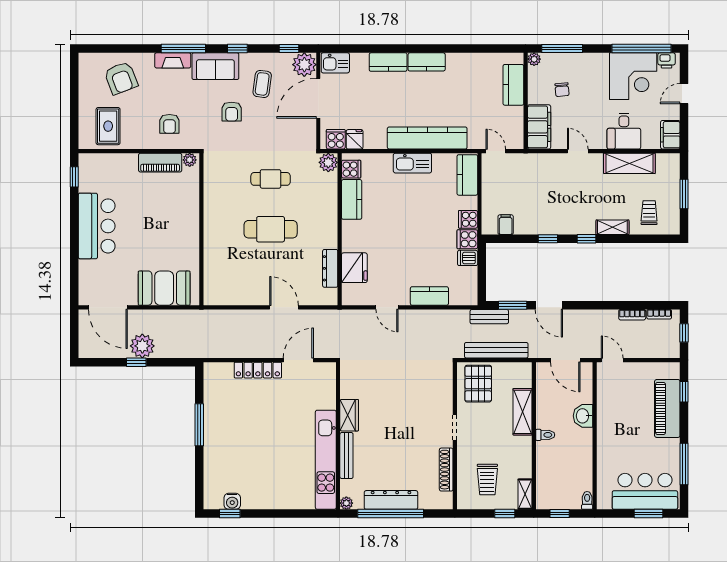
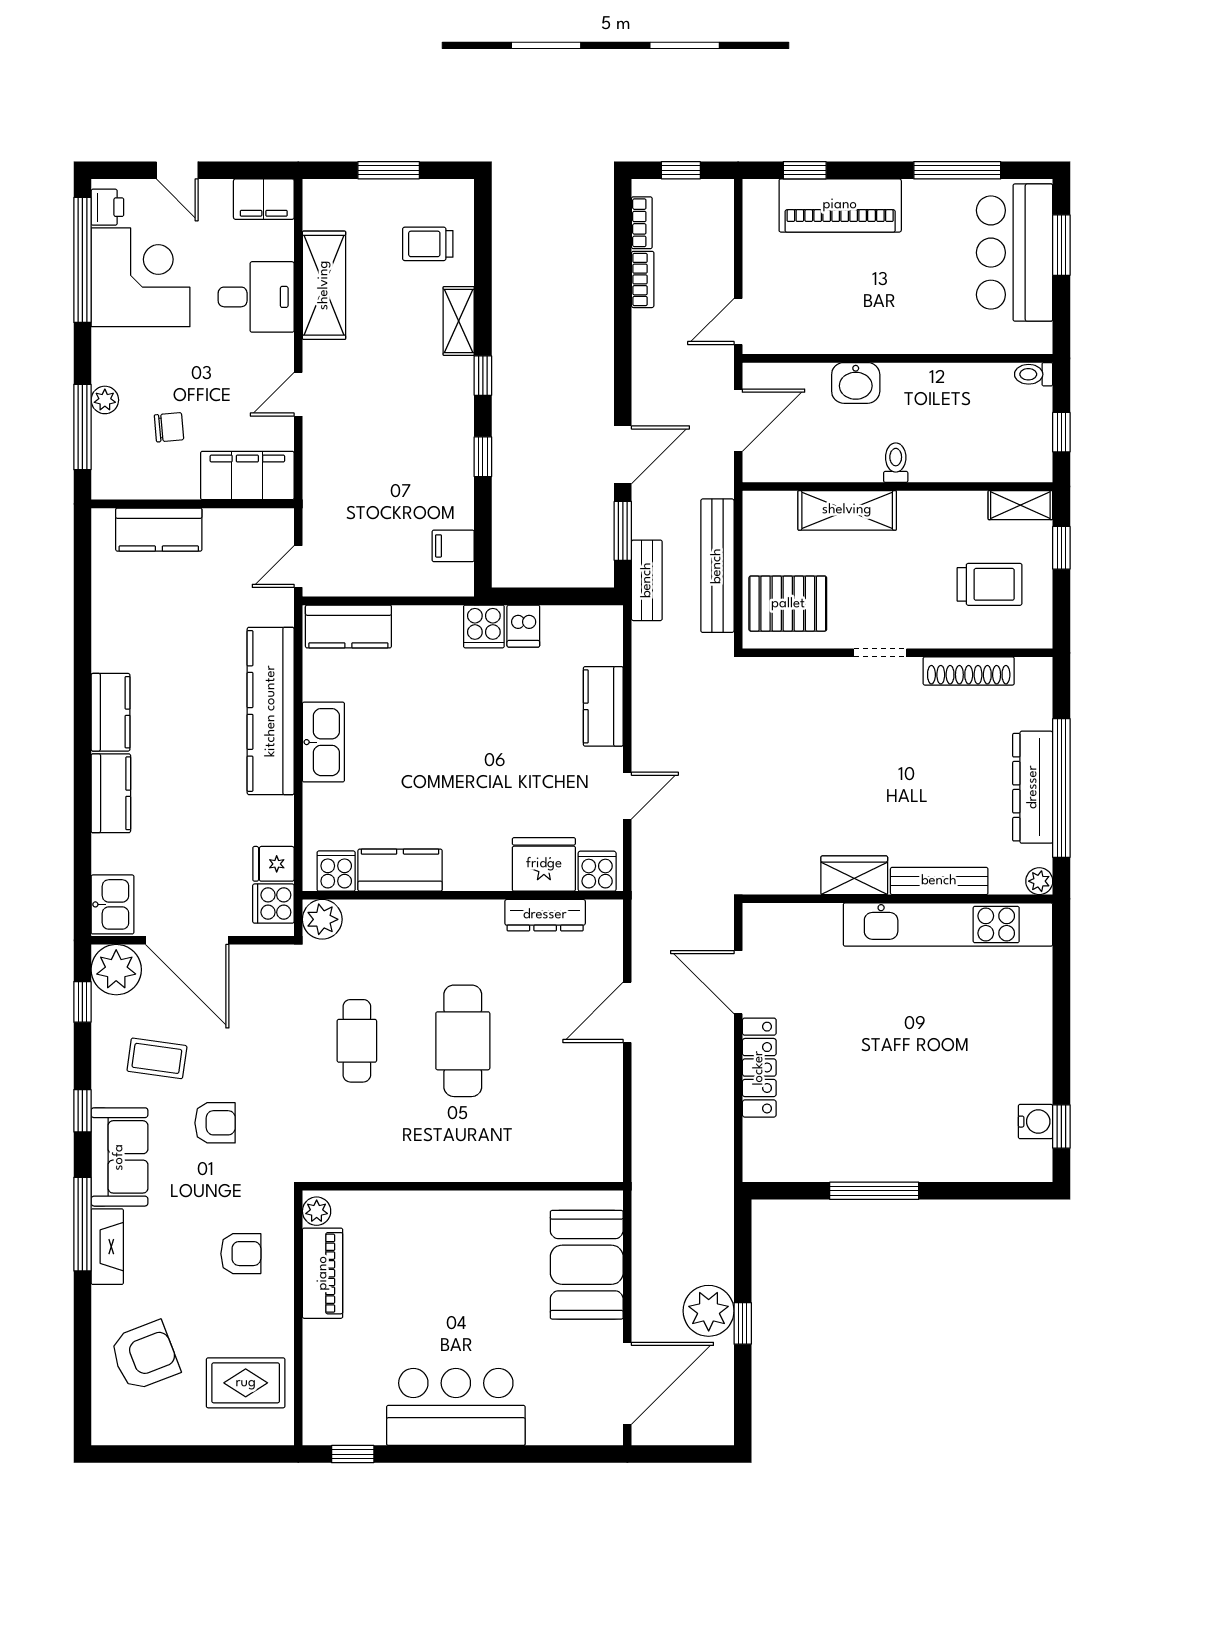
plant: (534, 59) -> (105, 400), moved
cooker: (468, 219) -> (597, 871), moved, turned 180

